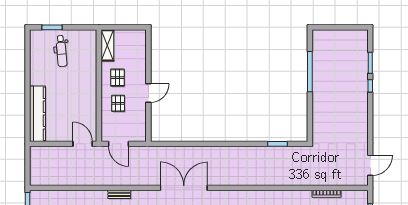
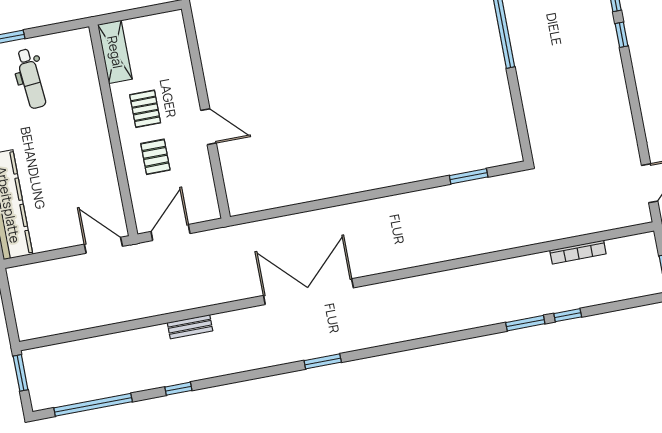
door: (148, 93) -> (208, 127), hinge flipped
door: (118, 144) -> (171, 232), swing flipped

